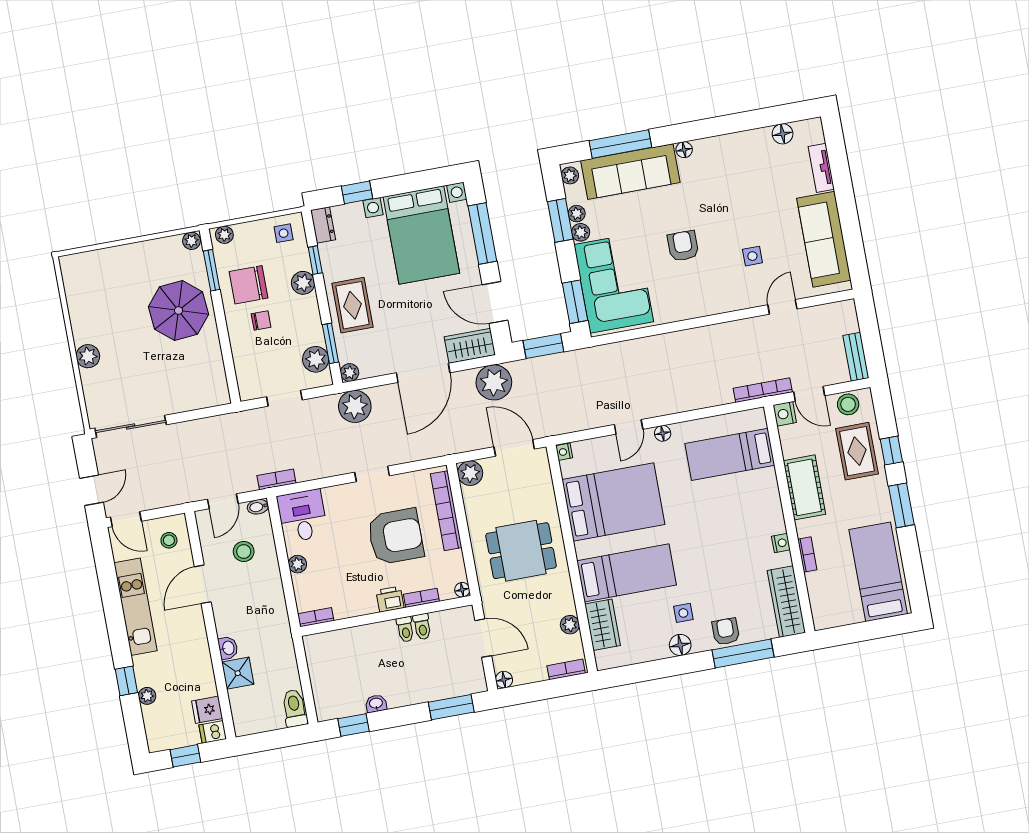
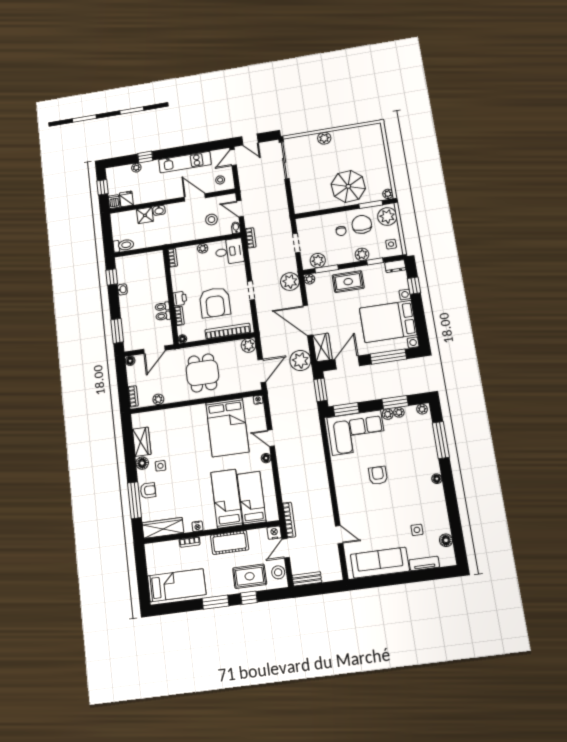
sofa: (630, 172) -> (424, 445), removed
plant: (224, 235) -> (387, 216), width x1.88, depth x1.88
armchair: (683, 246) -> (378, 475), turned -90
side table: (752, 256) -> (417, 530), moved
bed: (627, 573) -> (227, 499), moved, turned 180
wardrobe: (603, 625) -> (142, 442), moved, turned -90

